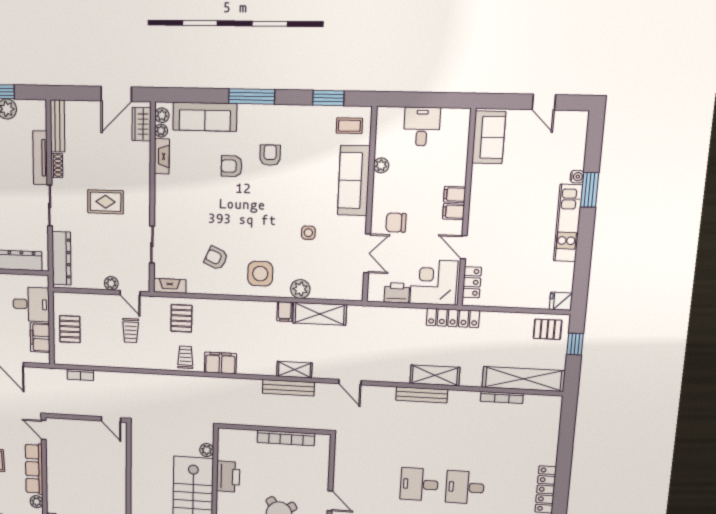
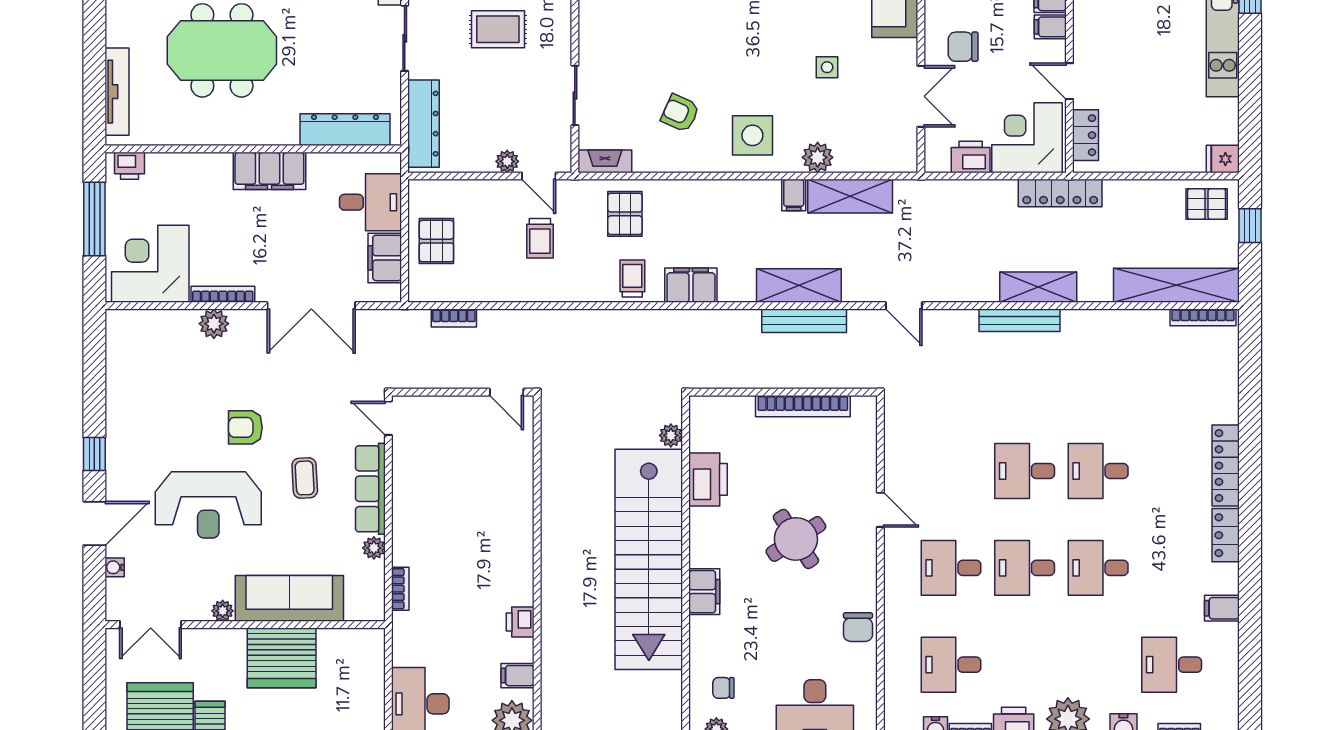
shelving: (294, 370) -> (799, 286), width x1.50, depth x1.33
bookcase: (502, 397) -> (1203, 317), moved

